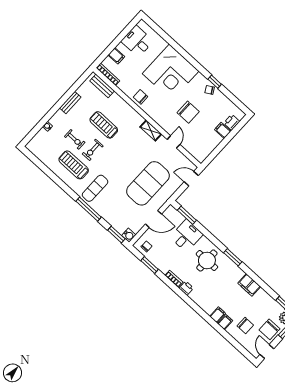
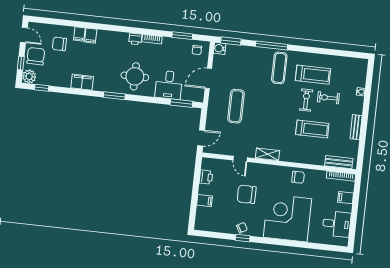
printer: (232, 122) -> (206, 177), moved
exercise mat: (148, 183) -> (236, 106), width x0.50, depth x0.69

